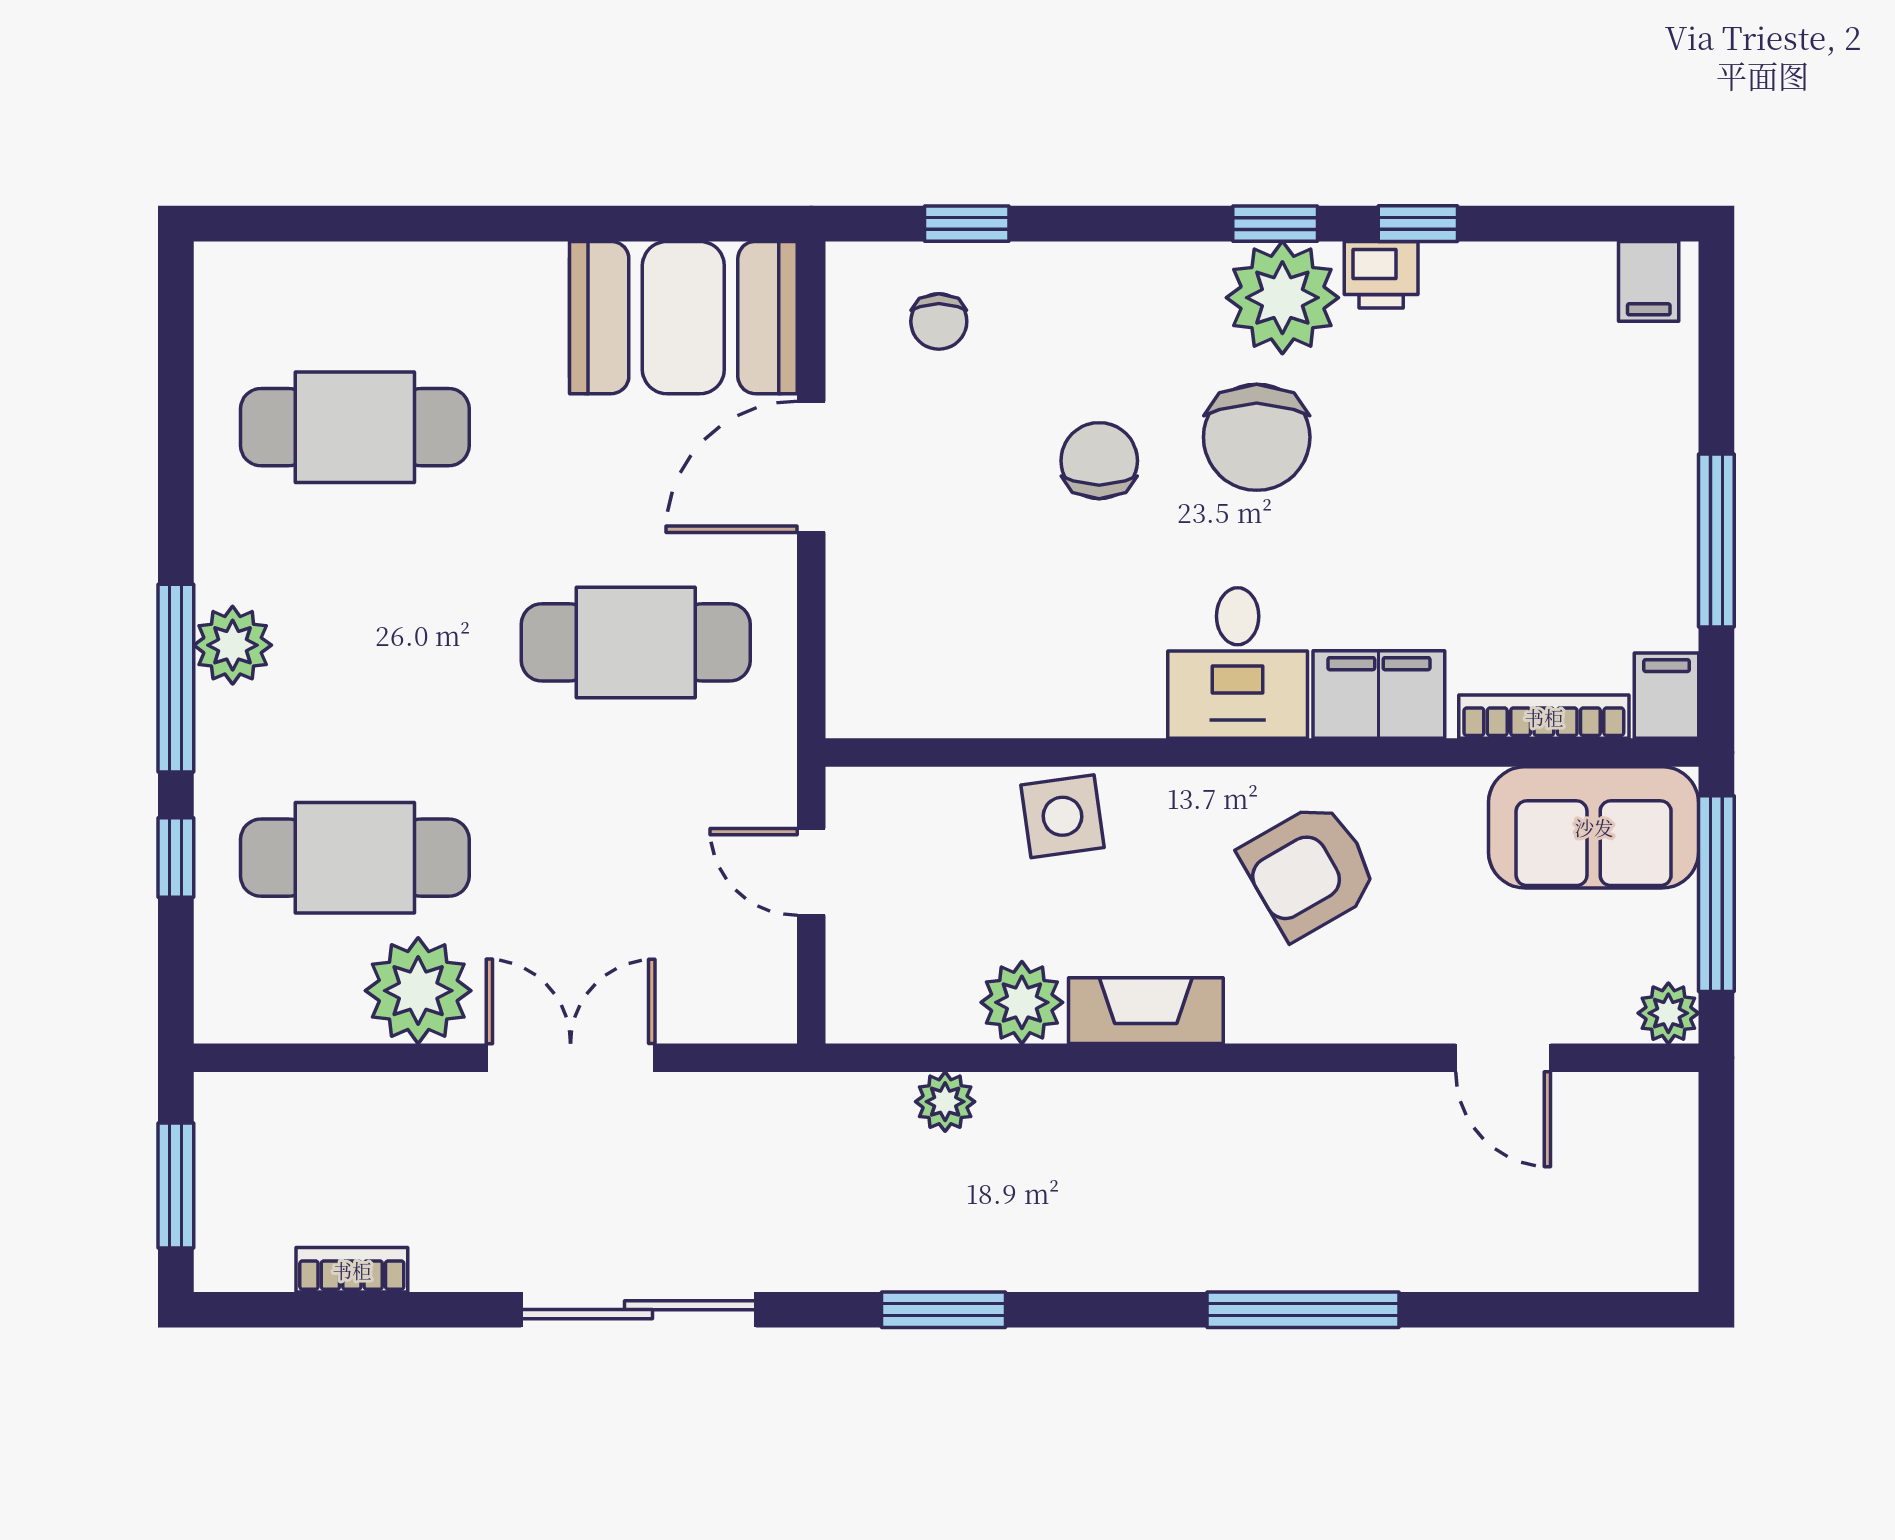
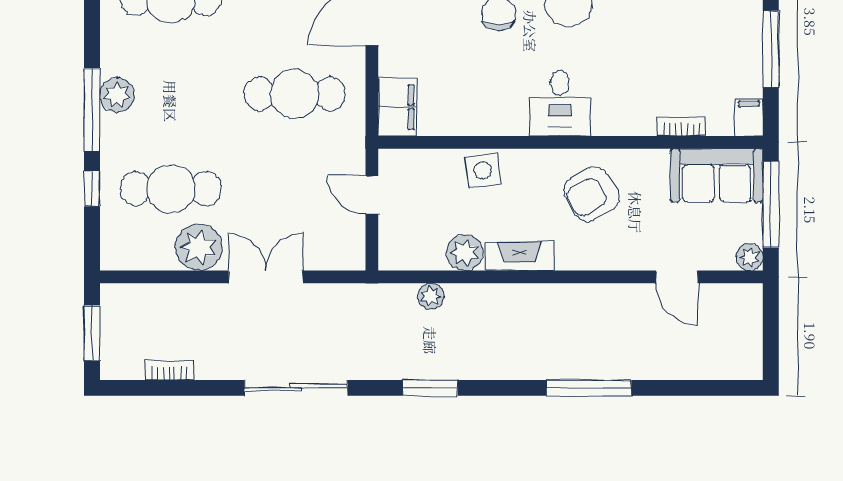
filing cabinet: (1379, 694) -> (398, 107), moved, turned 90
bookcase: (1544, 717) -> (681, 126), width x0.64

